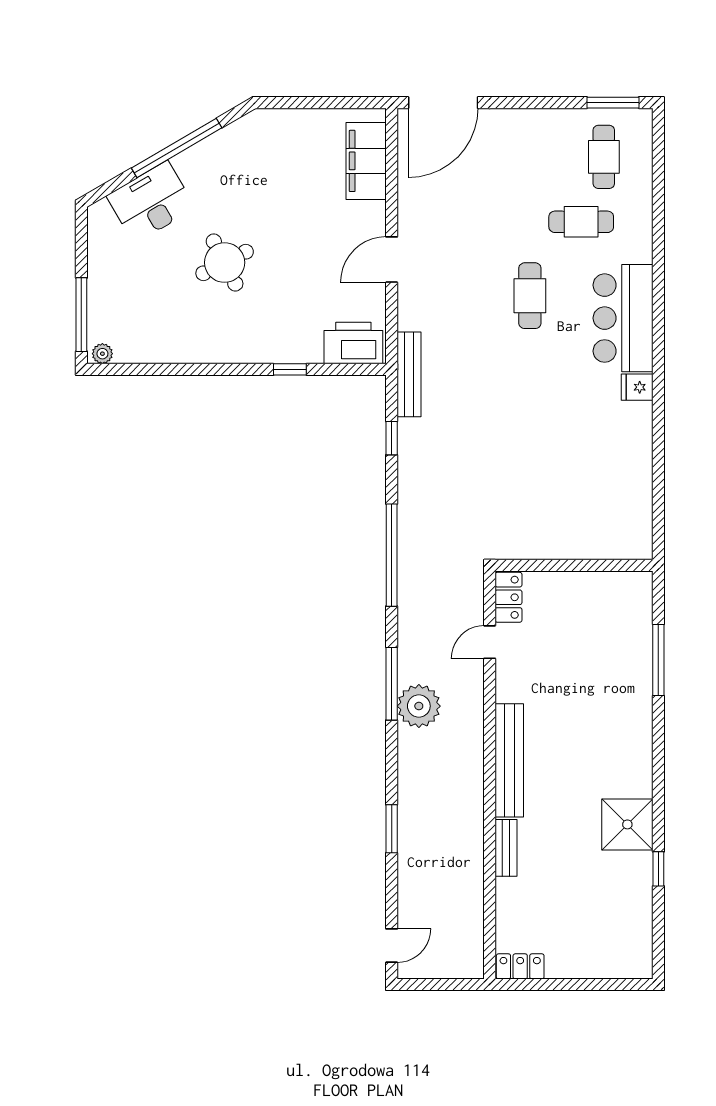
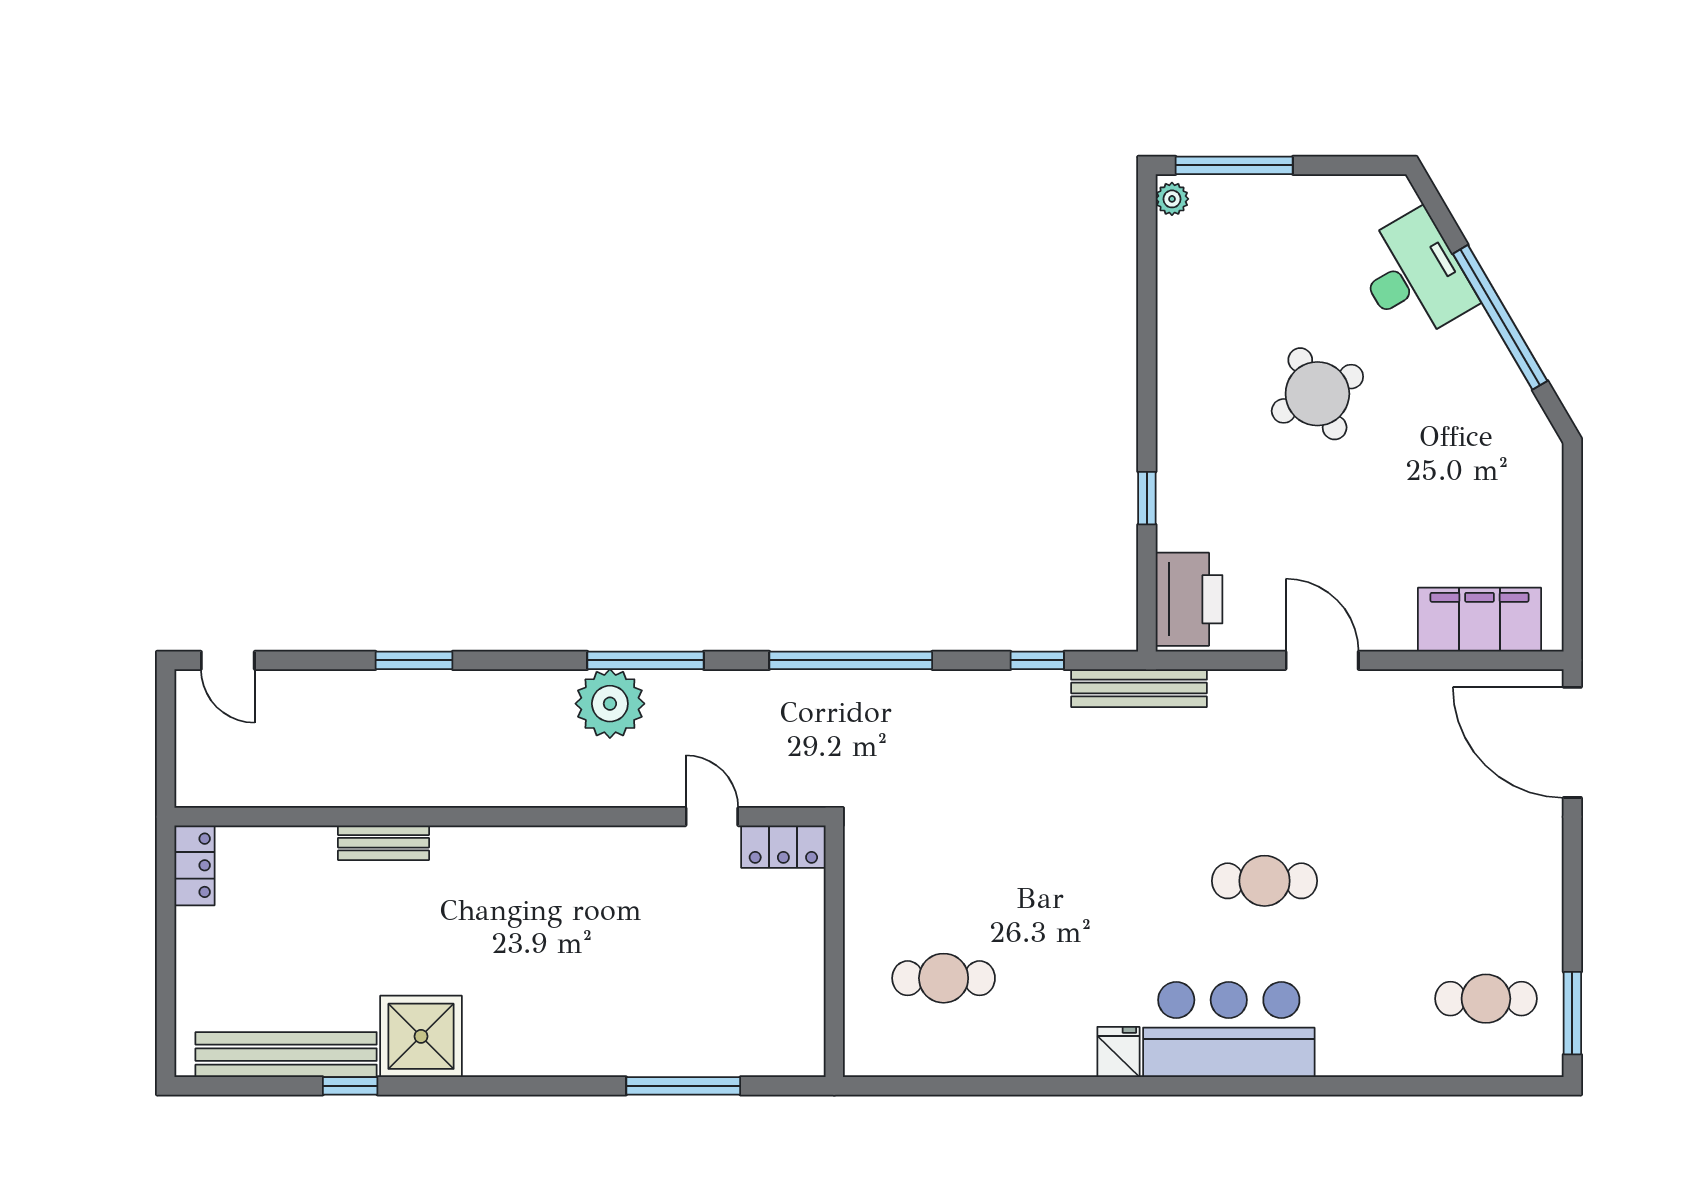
cafe table: (581, 222) -> (944, 978), moved, turned 90
bench: (509, 760) -> (286, 1055), moved

